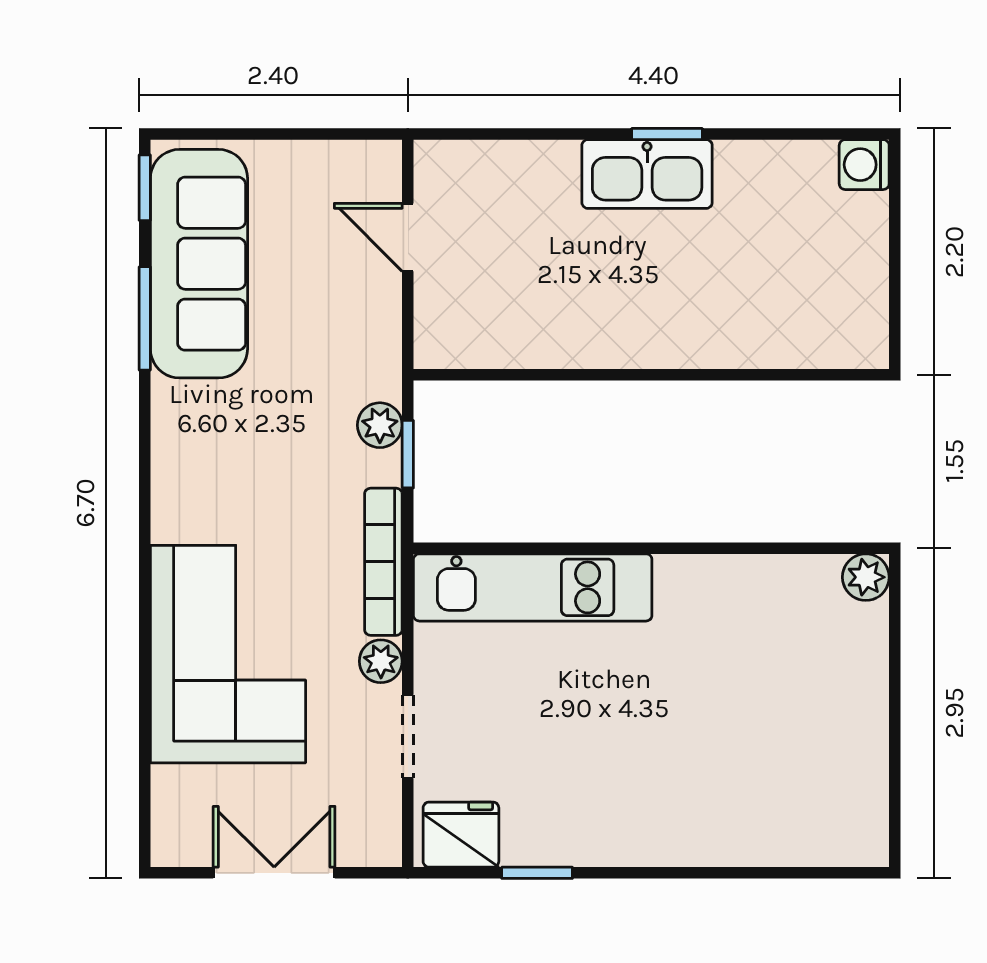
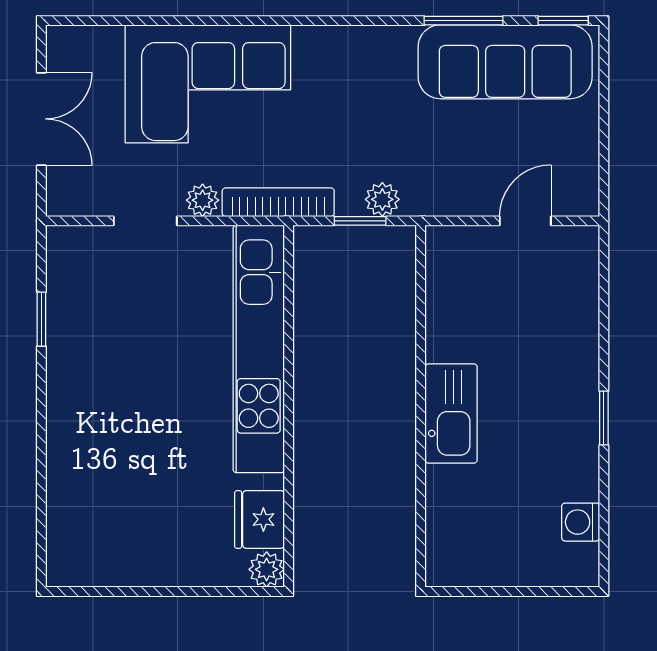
washing machine: (864, 165) -> (581, 522), moved, turned -90
kitchen sink: (647, 174) -> (451, 414), moved, turned 180
kitchen unit: (533, 587) -> (259, 349), width x1.36
fridge: (461, 835) -> (260, 519), moved, turned 180

